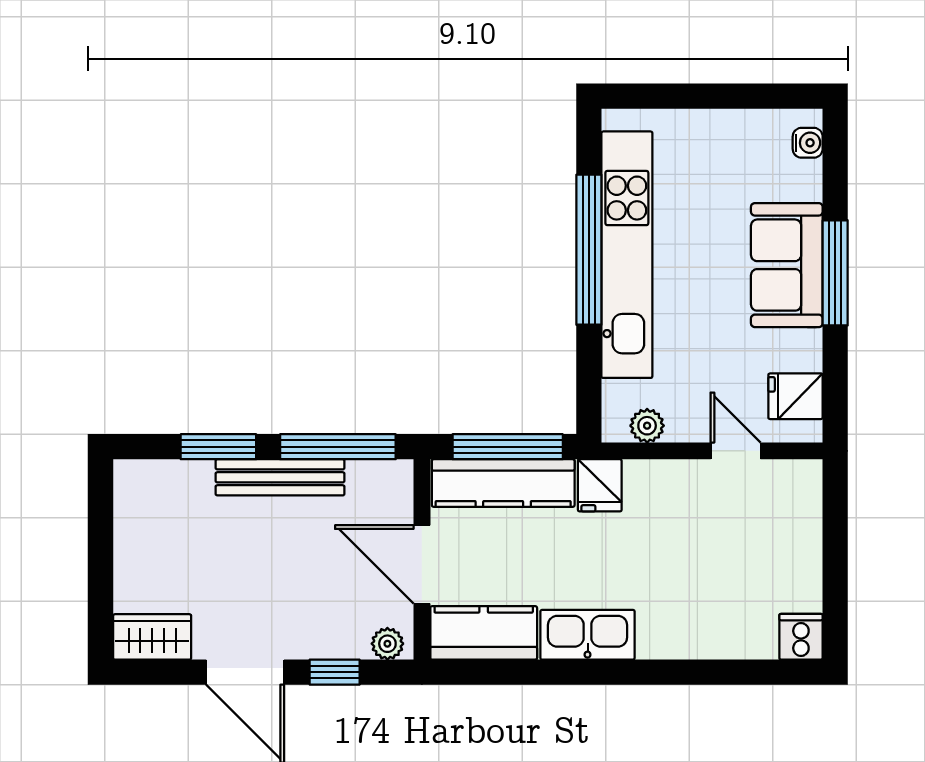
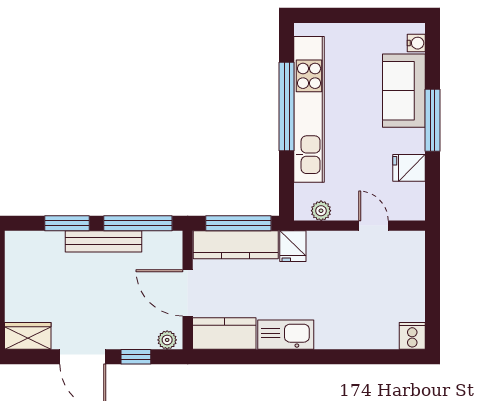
sofa: (787, 265) -> (404, 91), moved
fridge: (795, 396) -> (409, 168), moved

